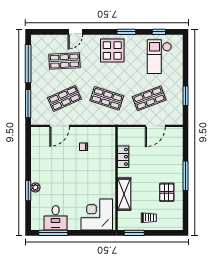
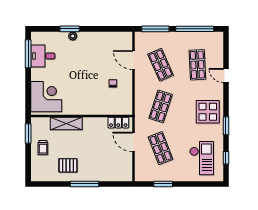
checkout: (159, 57) -> (202, 158), turned 90
door: (155, 126) -> (133, 142), moved
locker: (123, 157) -> (118, 123), moved

